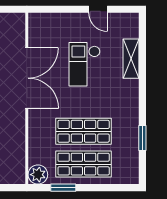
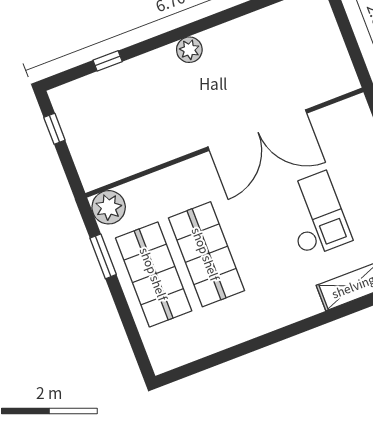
checkout: (85, 64) -> (315, 215), turned 90
window: (142, 138) -> (232, 353), removed

